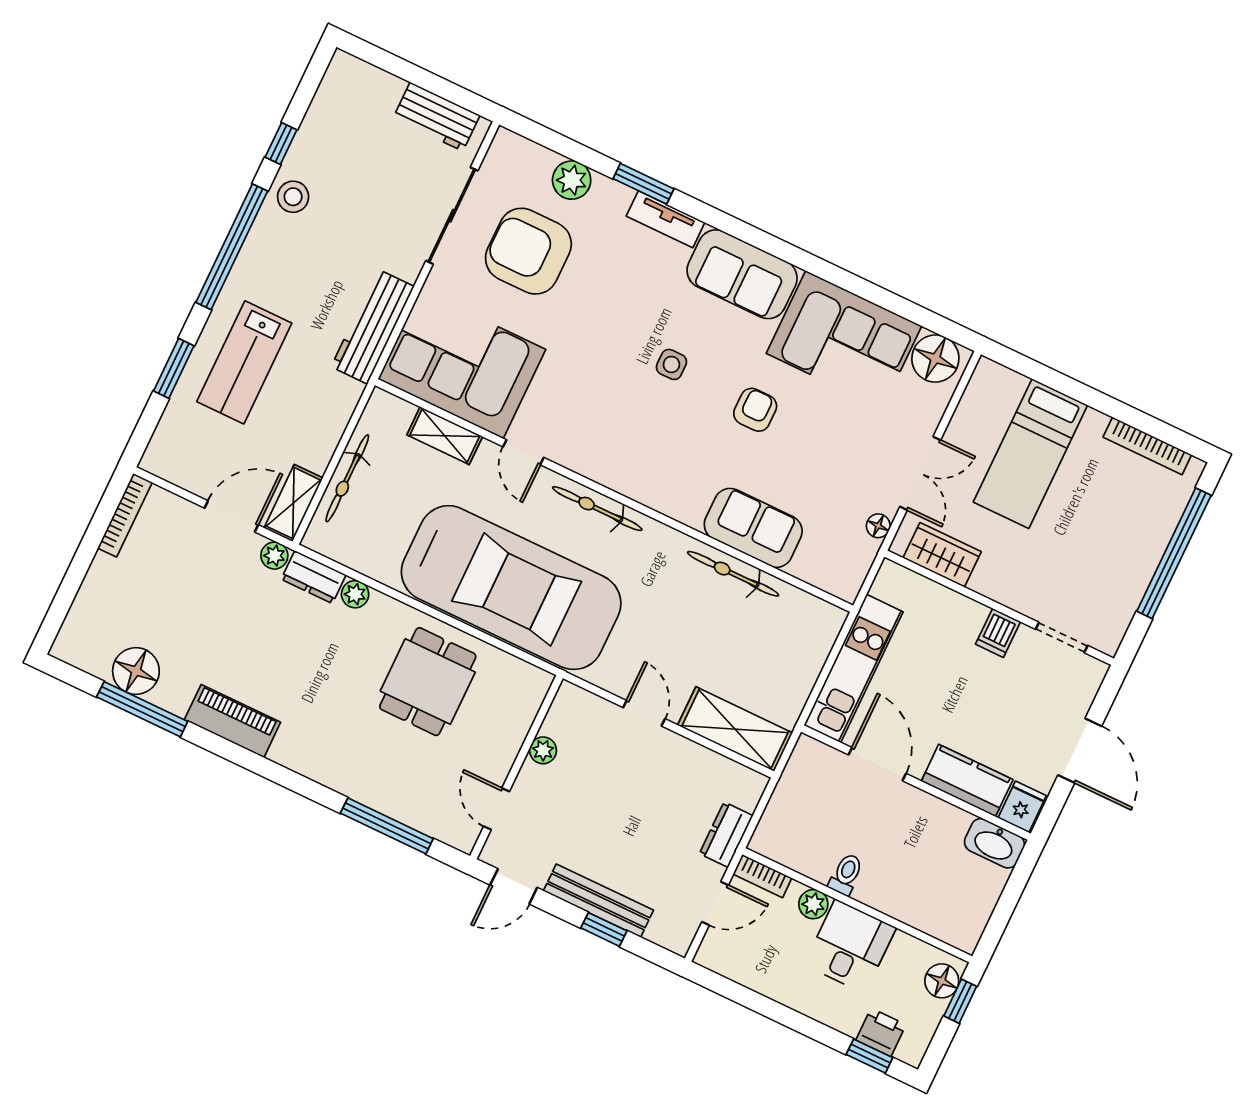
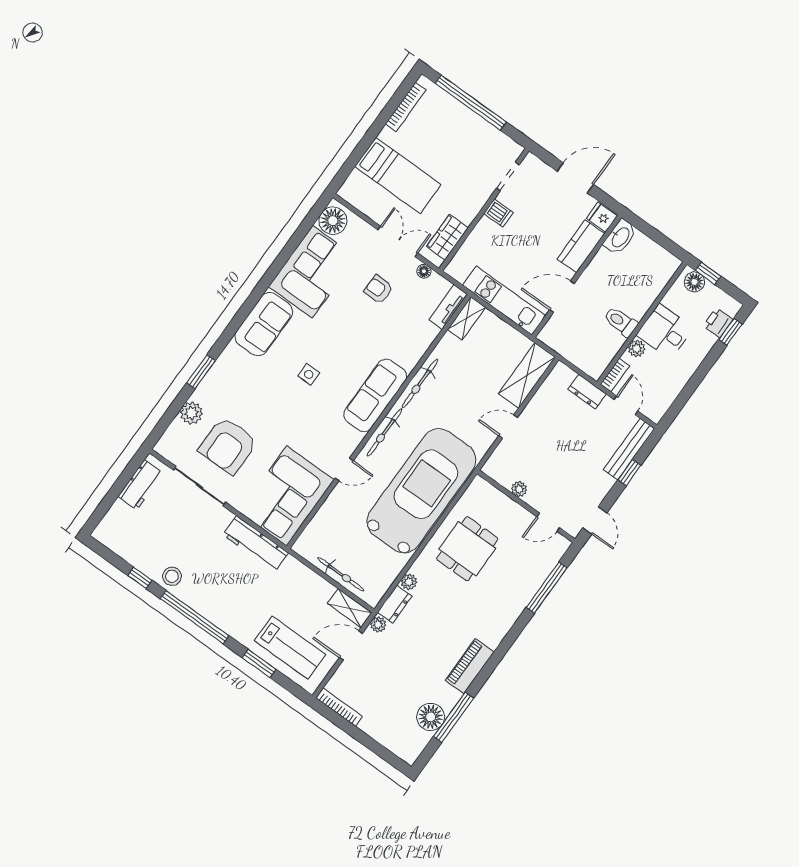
tv unit: (666, 219) -> (448, 307), moved, turned 180
lab bench: (244, 362) -> (290, 648), moved
armchair: (755, 410) -> (378, 289), moved
shelving: (445, 436) -> (466, 318), moved
door: (231, 516) -> (351, 645), hinge flipped
sofa: (753, 528) -> (375, 395), moved, width x1.36
bicycle: (733, 574) -> (420, 383), moved
dining table: (428, 682) -> (467, 549), turned 90
toilet: (846, 874) -> (621, 322), width x1.37, depth x1.39
bench: (598, 901) -> (629, 449), moved

